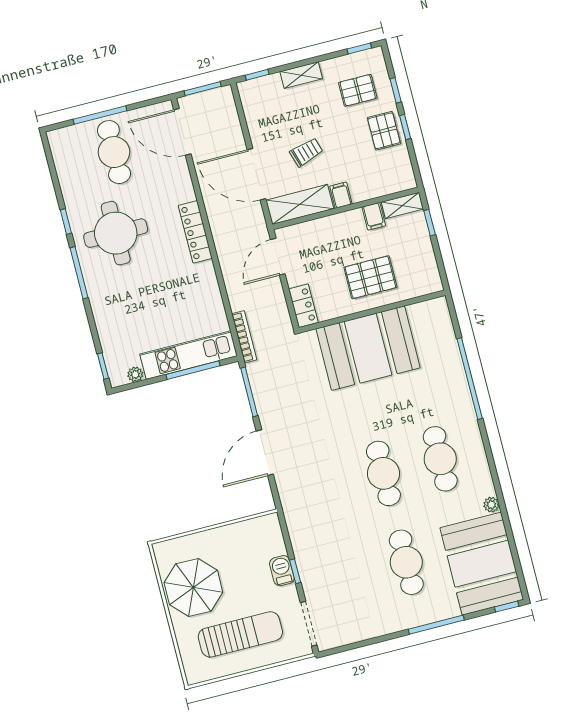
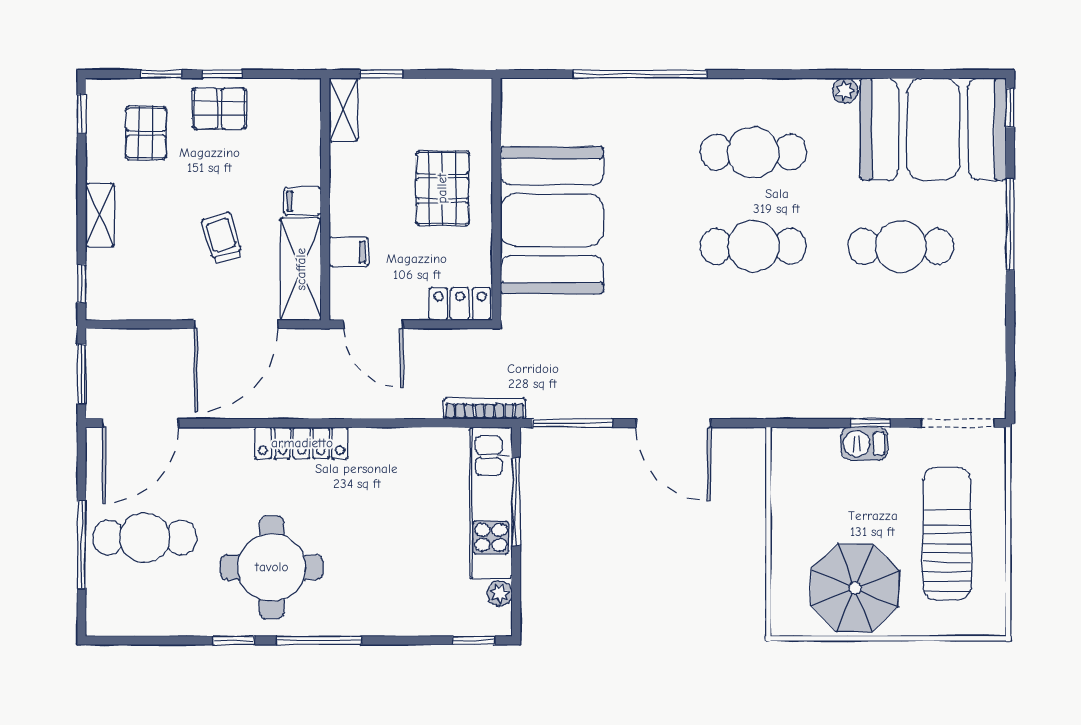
filing cabinet: (374, 216) -> (349, 252), moved

